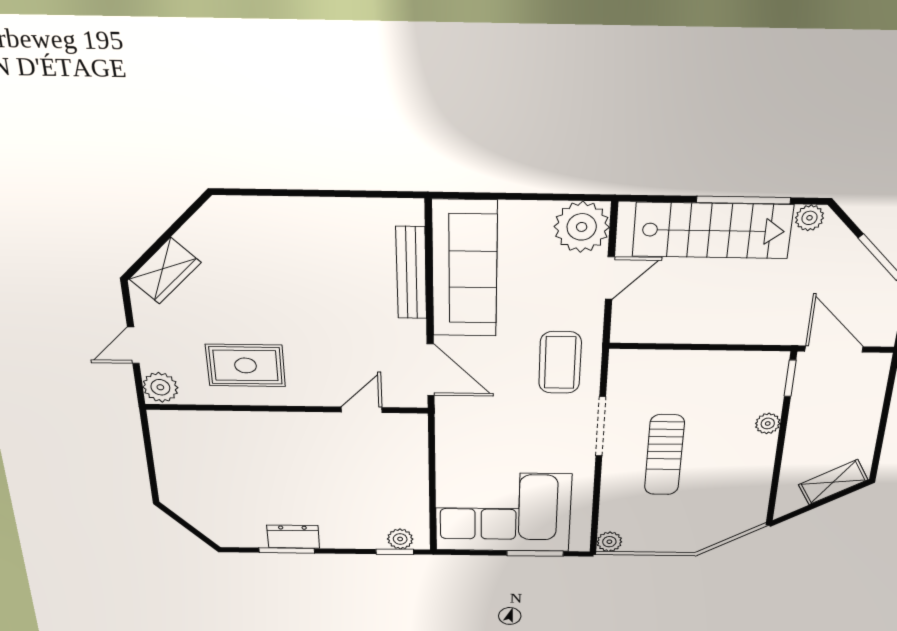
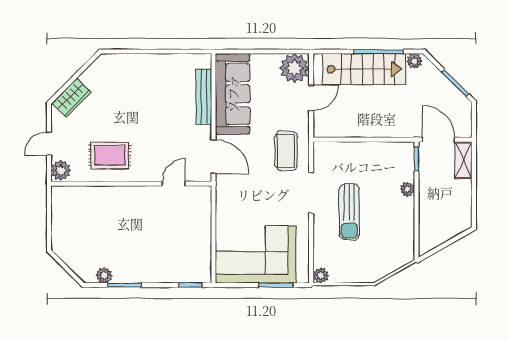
shelving: (833, 482) -> (464, 160), moved, turned -60
dresser: (293, 537) -> (129, 275), removed
plant: (400, 539) -> (104, 275), moved

